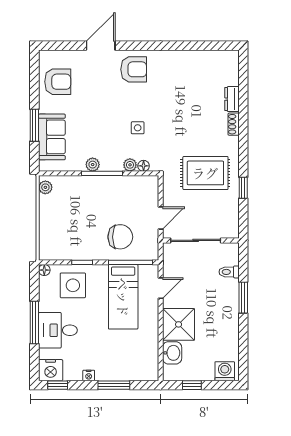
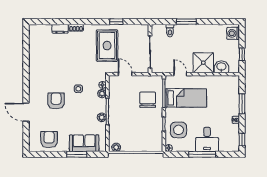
armchair: (134, 69) -> (56, 101), moved
door: (161, 218) -> (125, 74), moved
nightstand: (51, 370) -> (232, 144), removed

